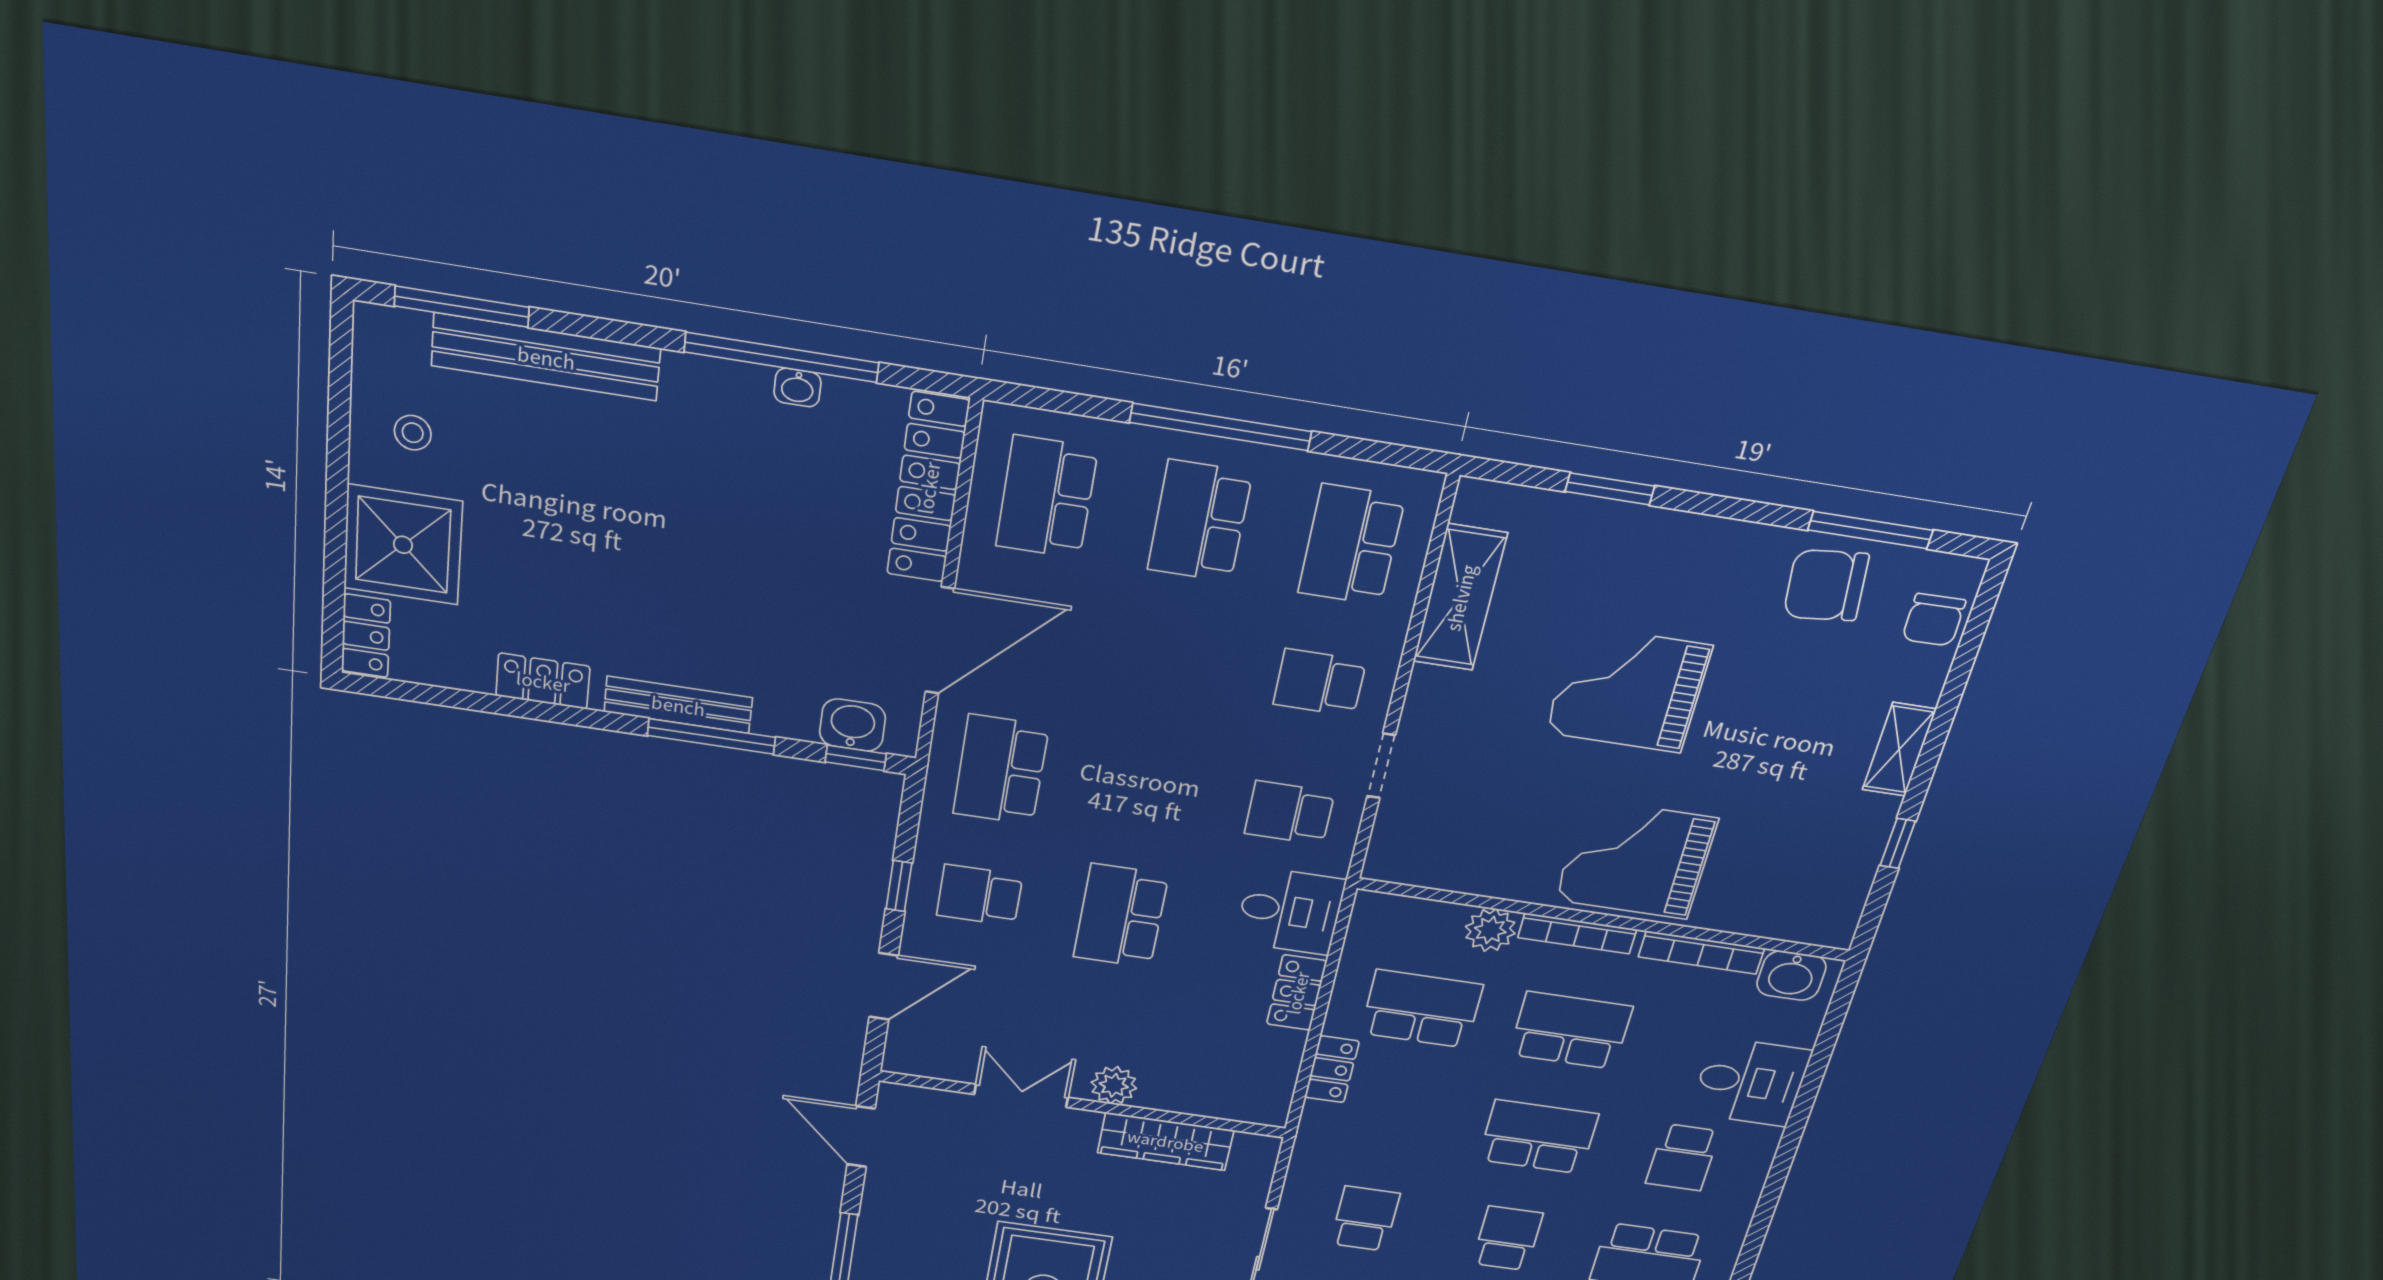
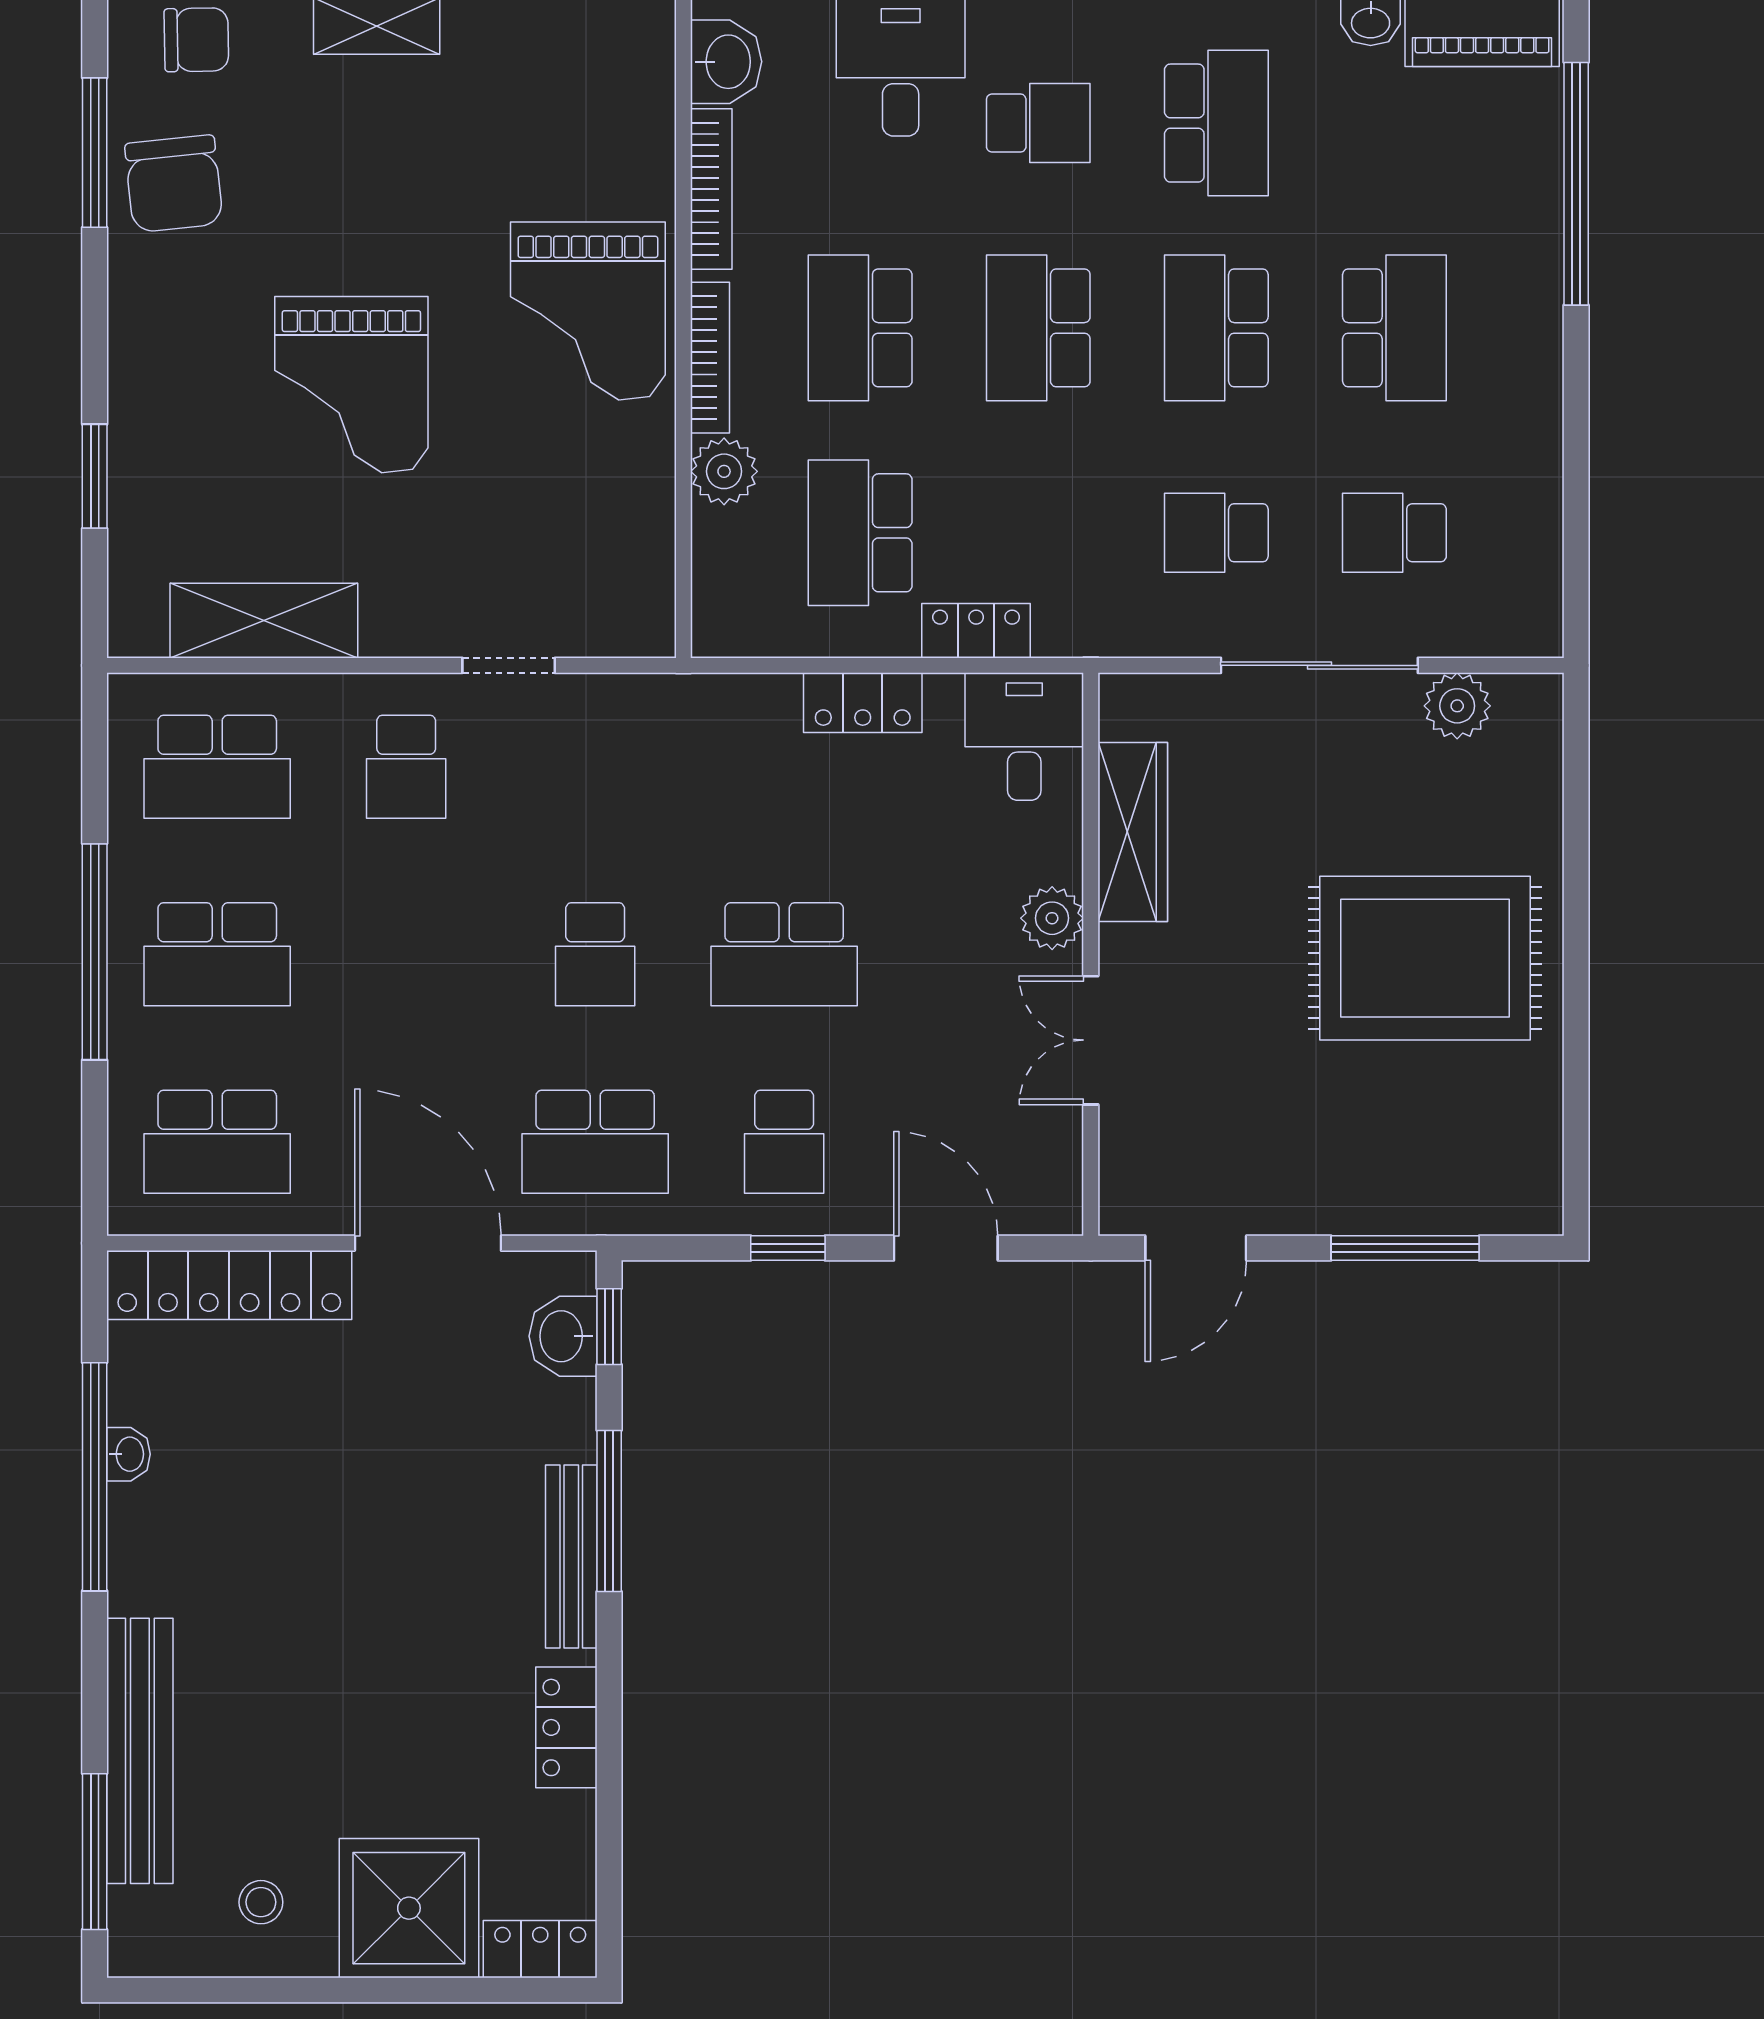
school desk: (1289, 813) -> (595, 954), moved
desk: (1290, 911) -> (1024, 737), moved
school desk: (1507, 1238) -> (1216, 328), width x1.85

